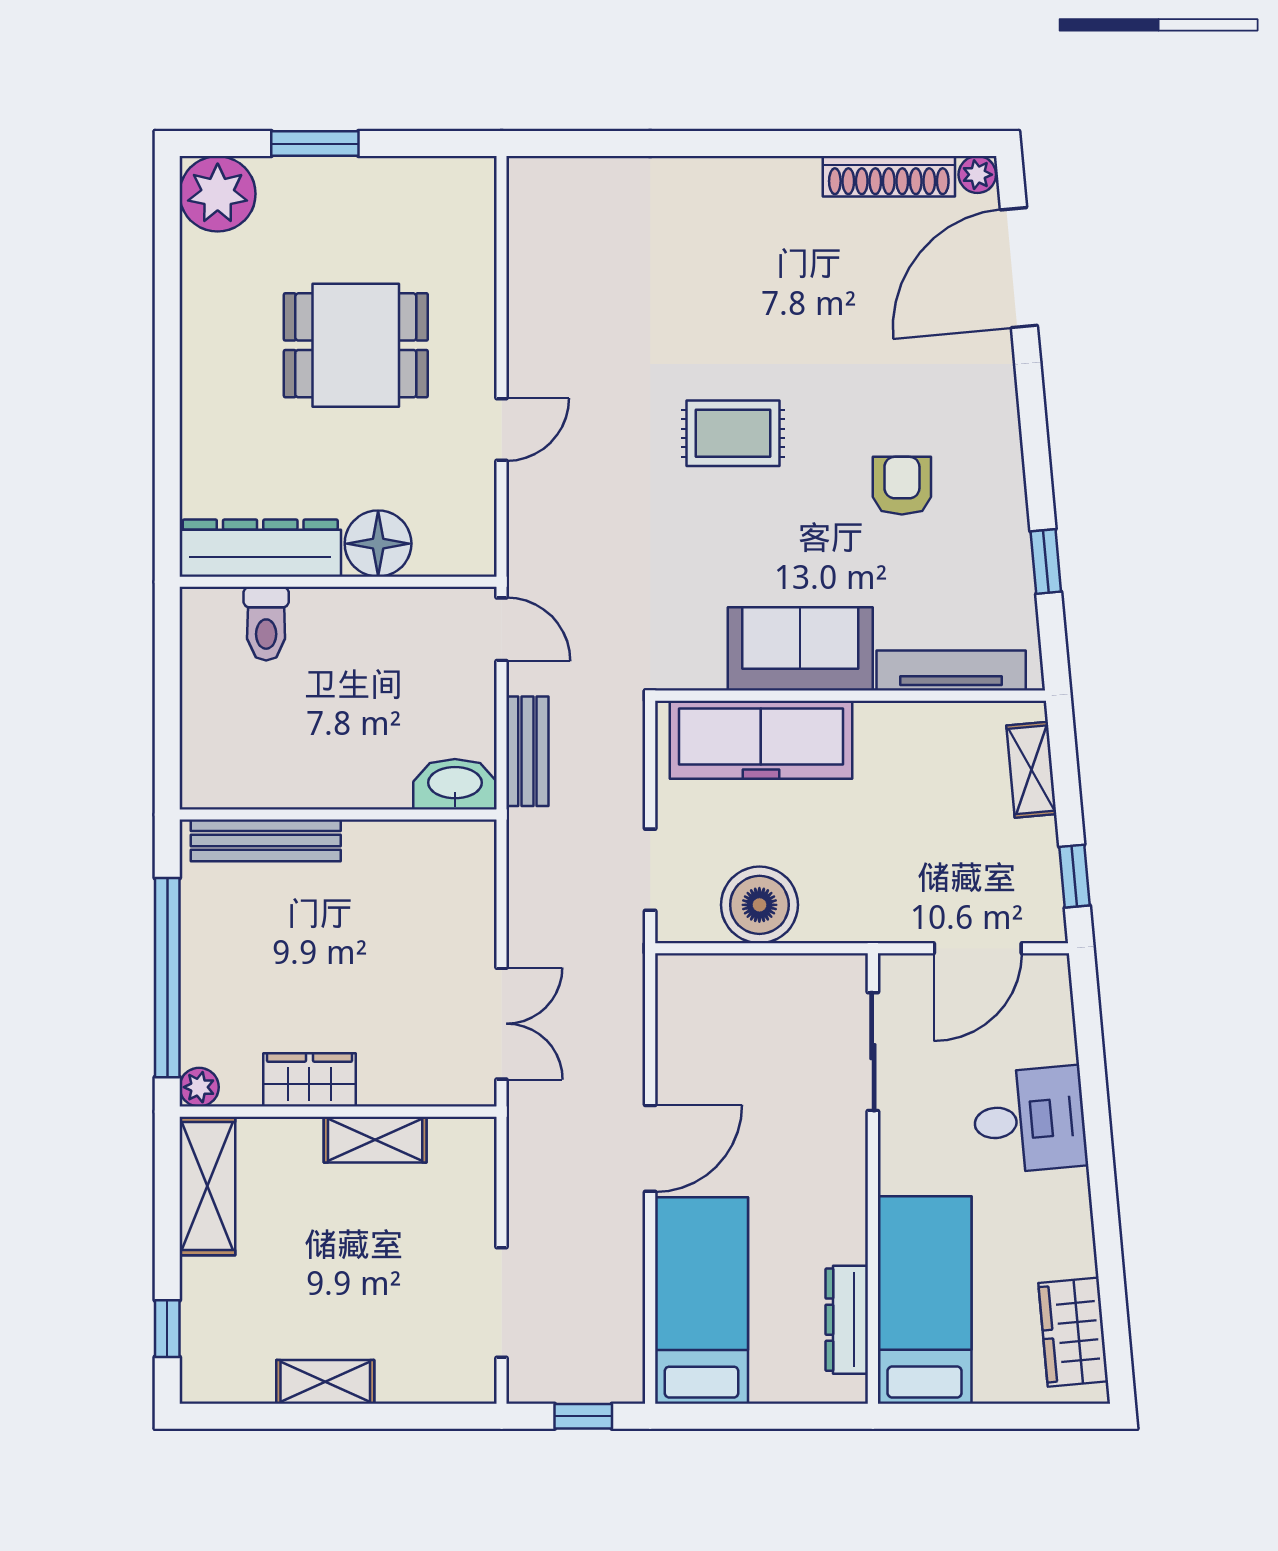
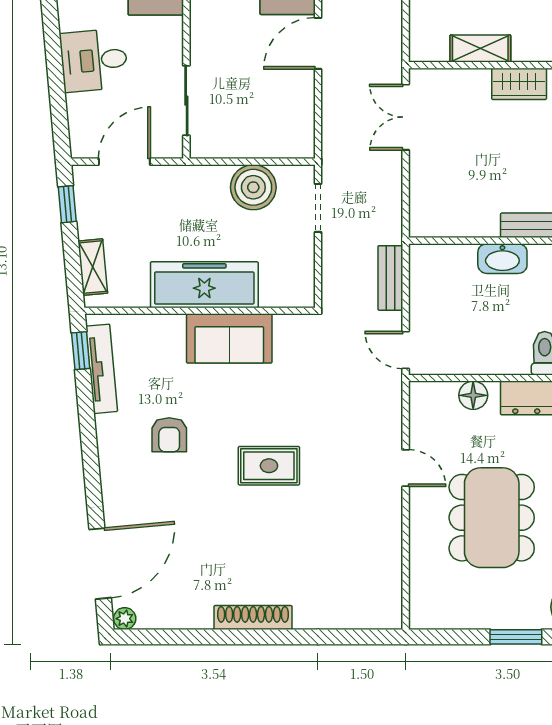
shoe rack: (889, 176) -> (253, 617), moved
dining table: (356, 345) -> (492, 518), width x1.38
door: (502, 429) -> (406, 468), swing flipped
floor lamp: (378, 544) -> (473, 395), width x0.73, depth x0.73
window: (1046, 561) -> (81, 351), moved
tv unit: (951, 671) -> (102, 369), moved, turned -95
freezer: (761, 740) -> (204, 285), moved
washbasin: (455, 784) -> (502, 259), moved

